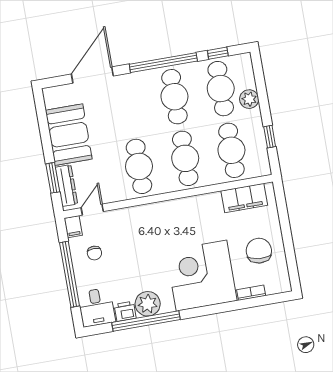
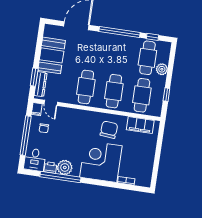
cafe table: (174, 97) -> (119, 54), removed
door: (92, 210) -> (51, 103), swing flipped
chair: (259, 251) -> (109, 130), moved

